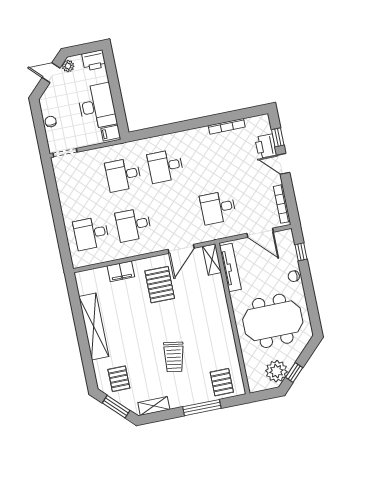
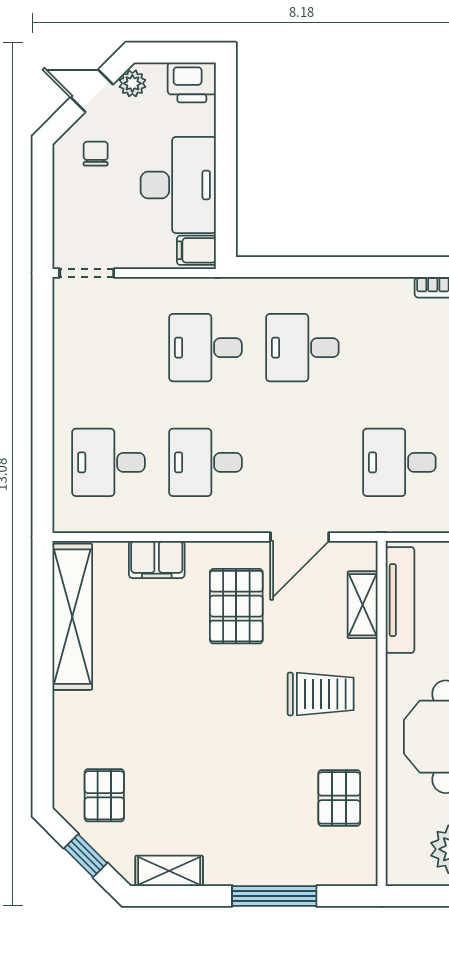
chair: (51, 122) -> (96, 154), moved
shelving: (212, 260) -> (363, 605), moved
shelving: (94, 327) -> (72, 617), moved
trolley: (174, 357) -> (321, 694), moved, turned -99
pallet: (222, 382) -> (339, 798), moved
window: (116, 407) -> (86, 856), width x0.67

